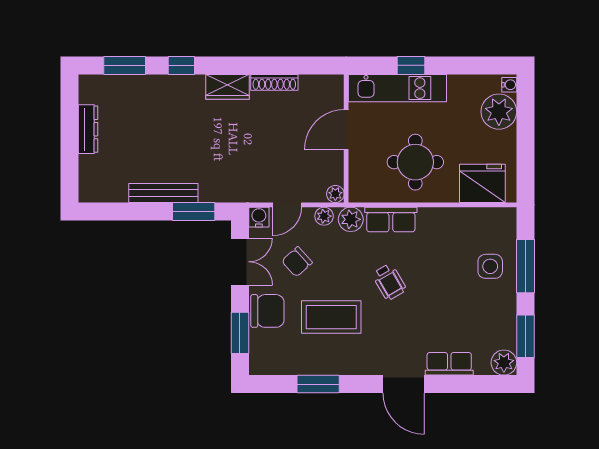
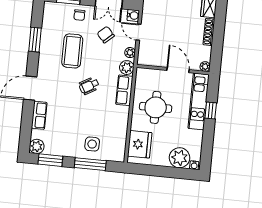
plant: (335, 194) -> (205, 67), moved
chair: (267, 311) -> (79, 15), width x0.54, depth x0.54

